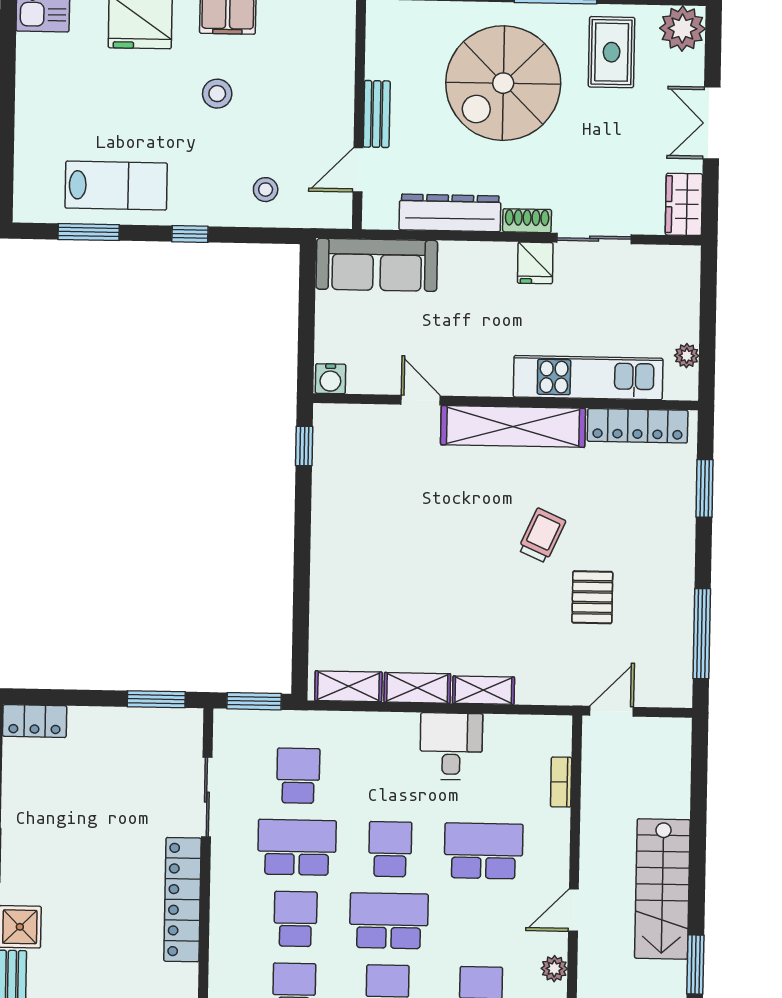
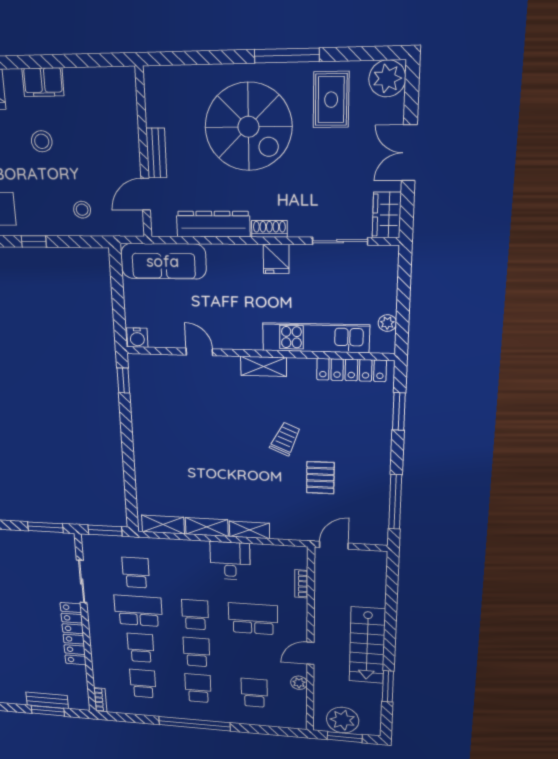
spiral stairs: (503, 83) -> (248, 127), turned -90
sliding door: (594, 239) -> (340, 241), moved
shelving: (513, 426) -> (264, 366), width x0.45, depth x0.75
school desk: (389, 921) -> (197, 652), width x0.54

